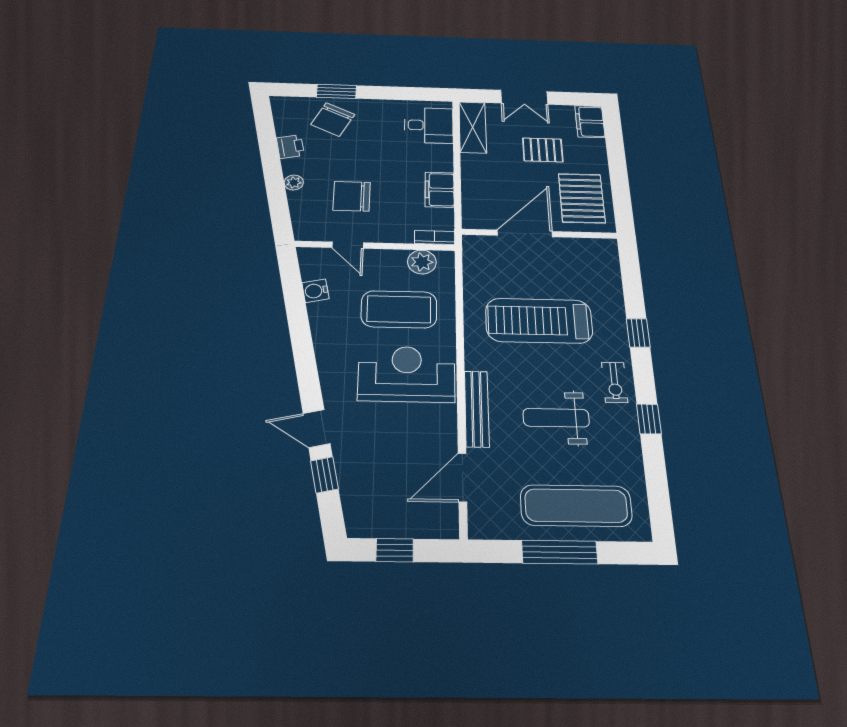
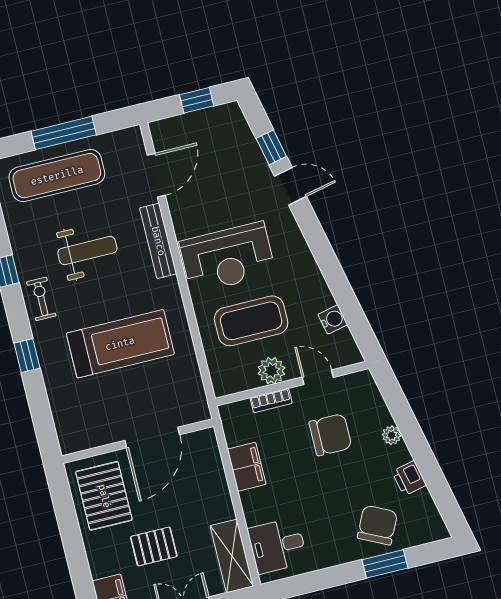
bookcase: (435, 237) -> (271, 401), moved
plant: (422, 262) -> (271, 371), moved

